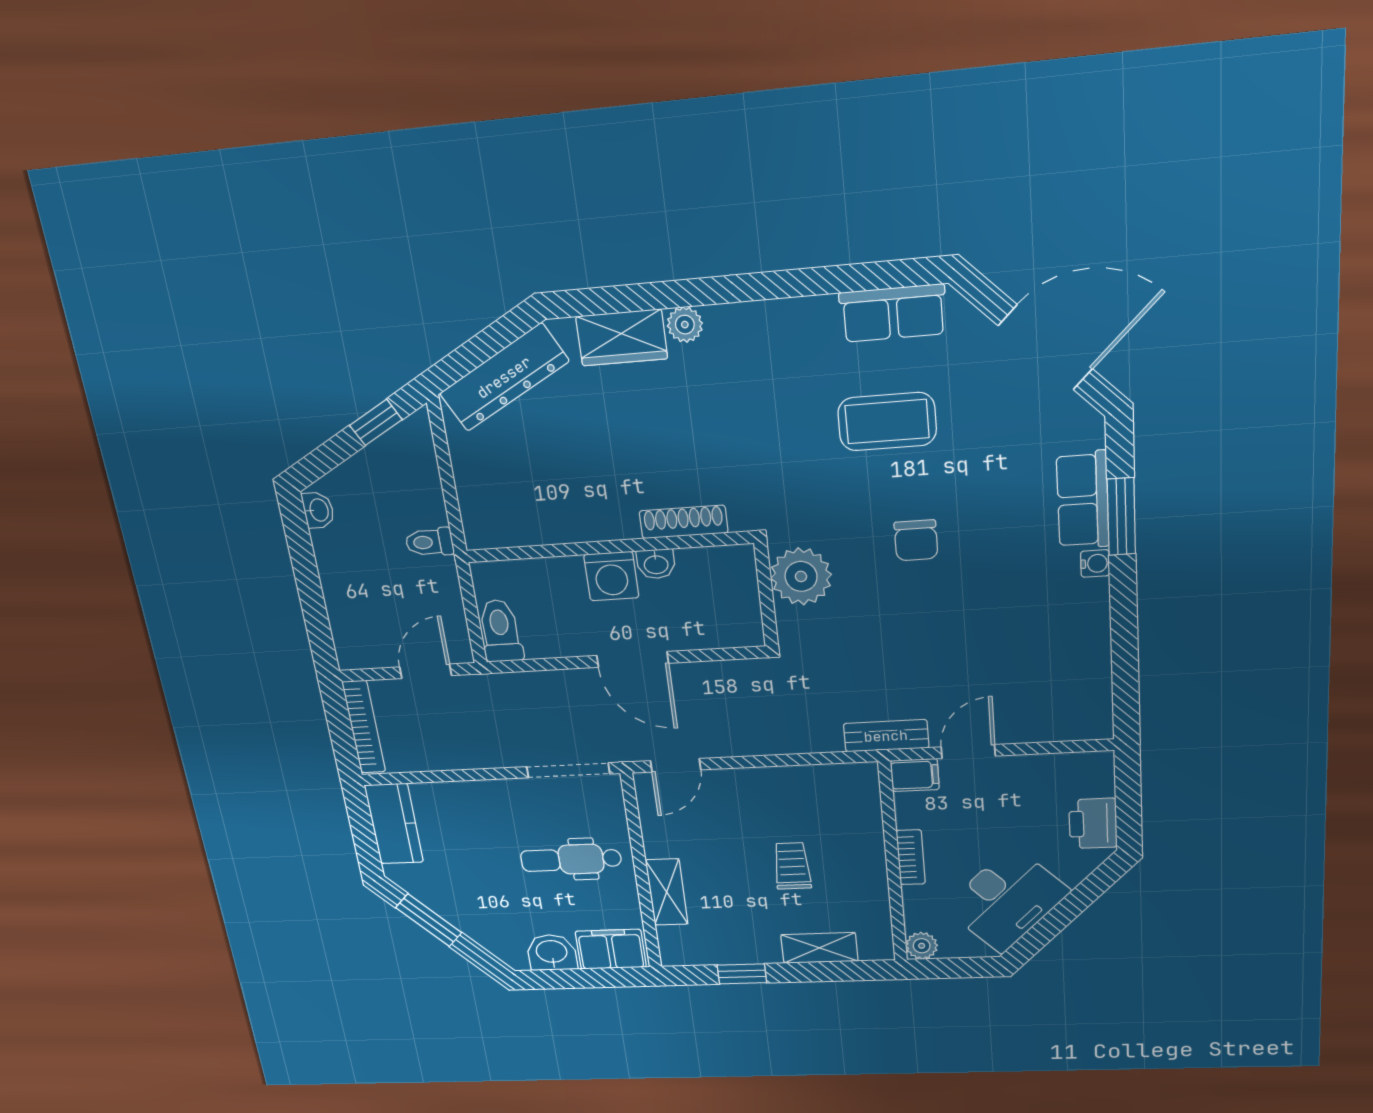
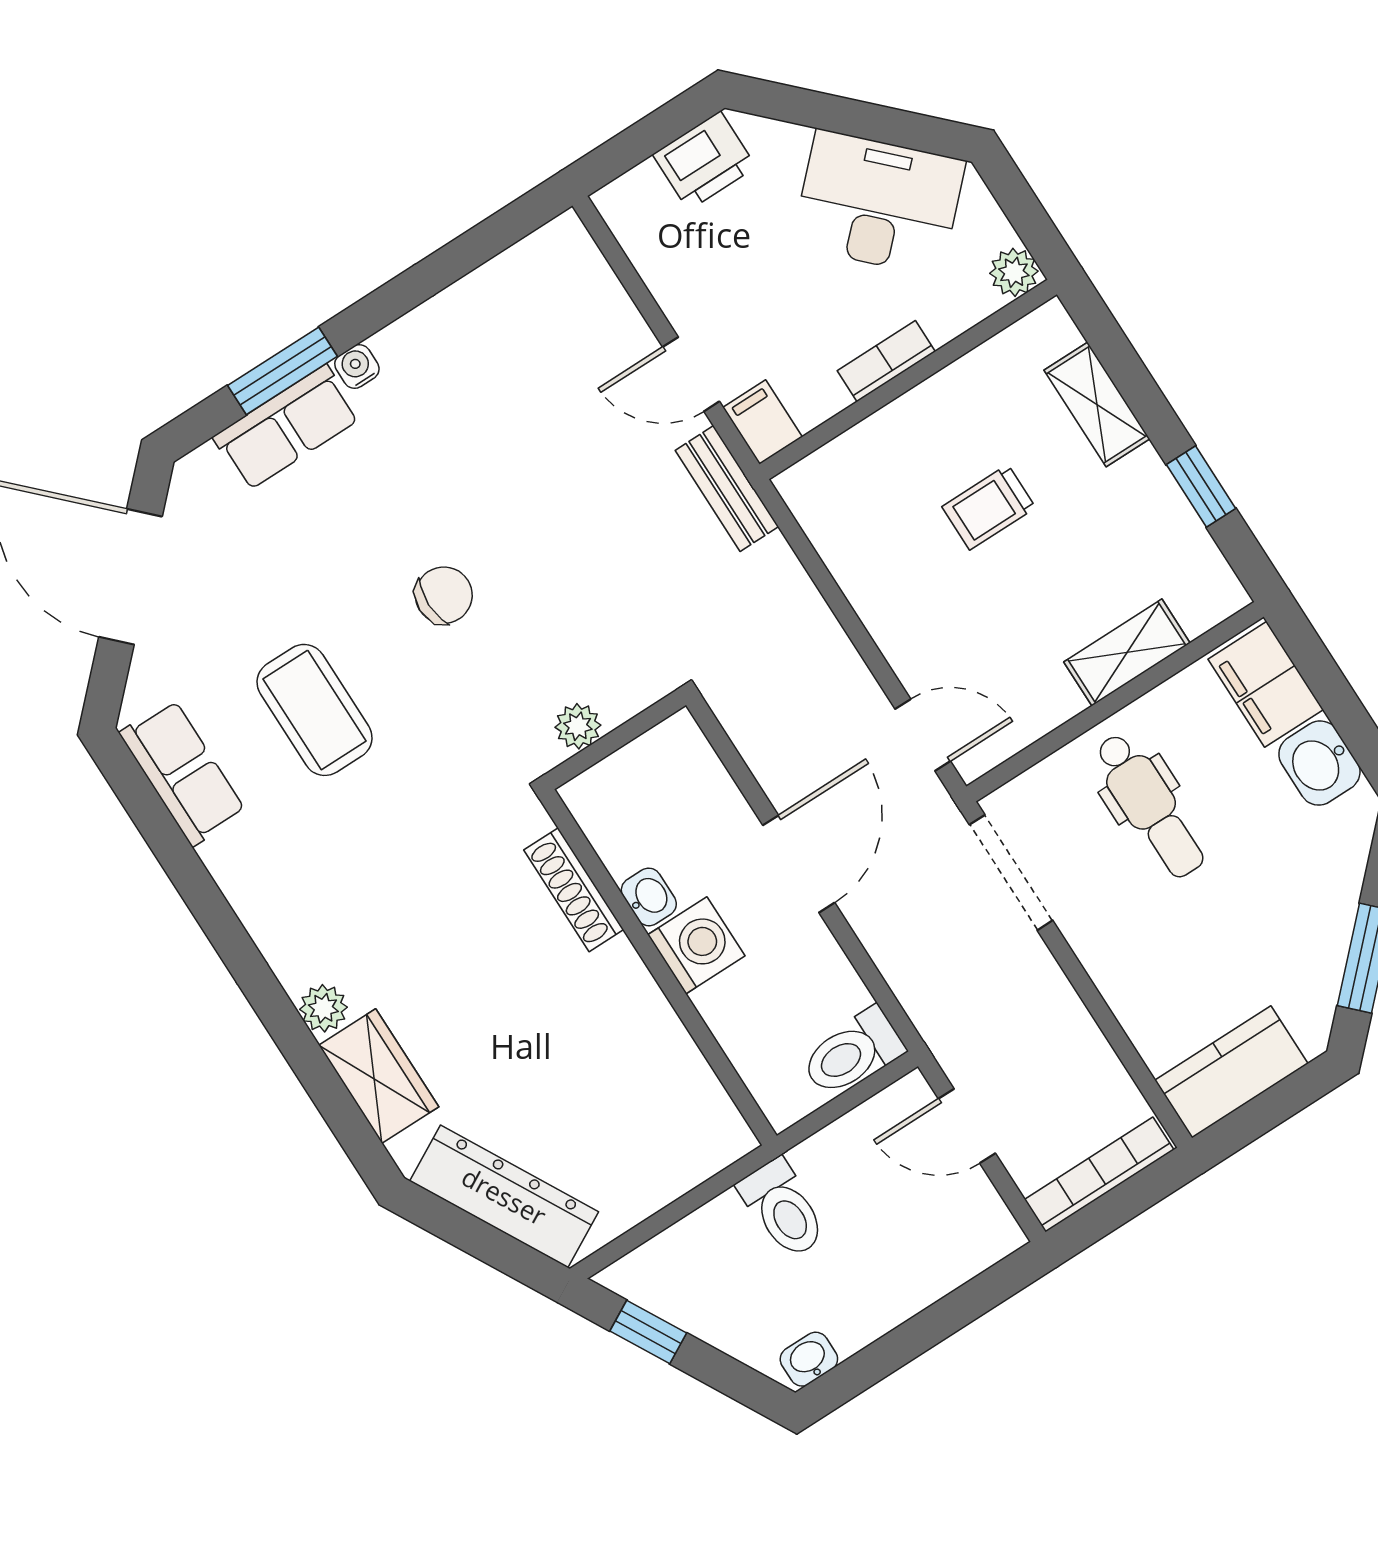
toilet: (429, 542) -> (783, 1209), width x1.37, depth x1.39
plant: (801, 576) -> (578, 726), width x0.53, depth x0.53

